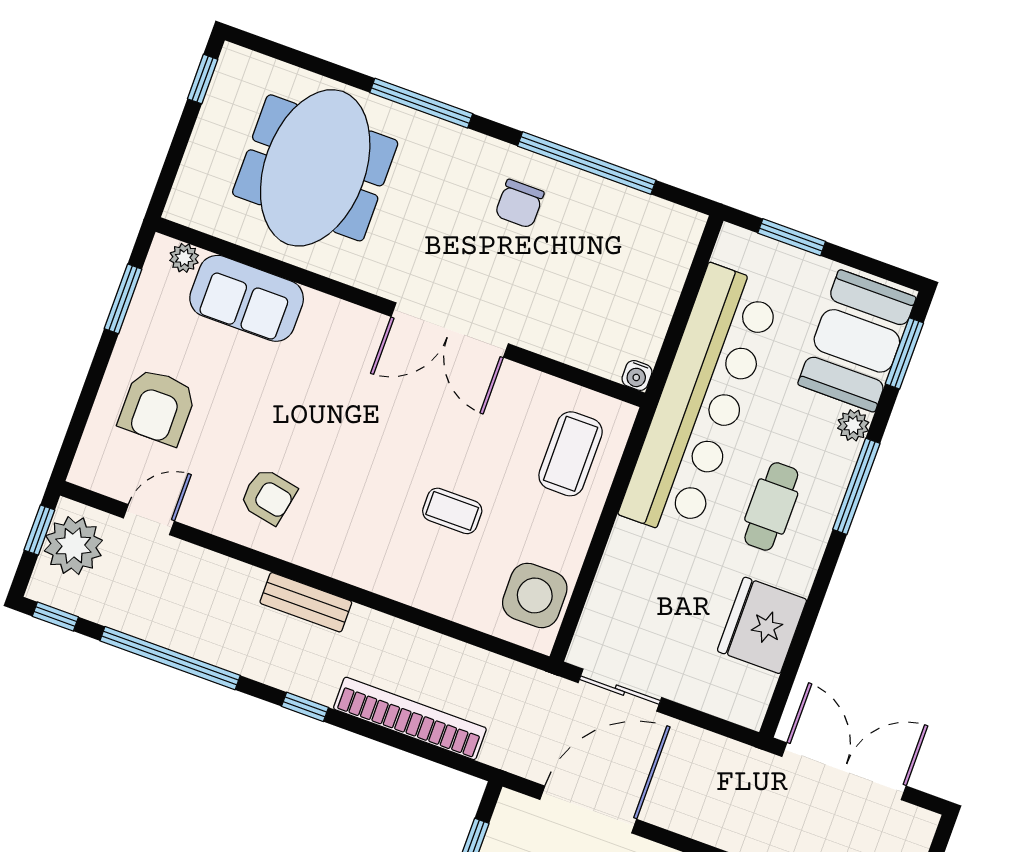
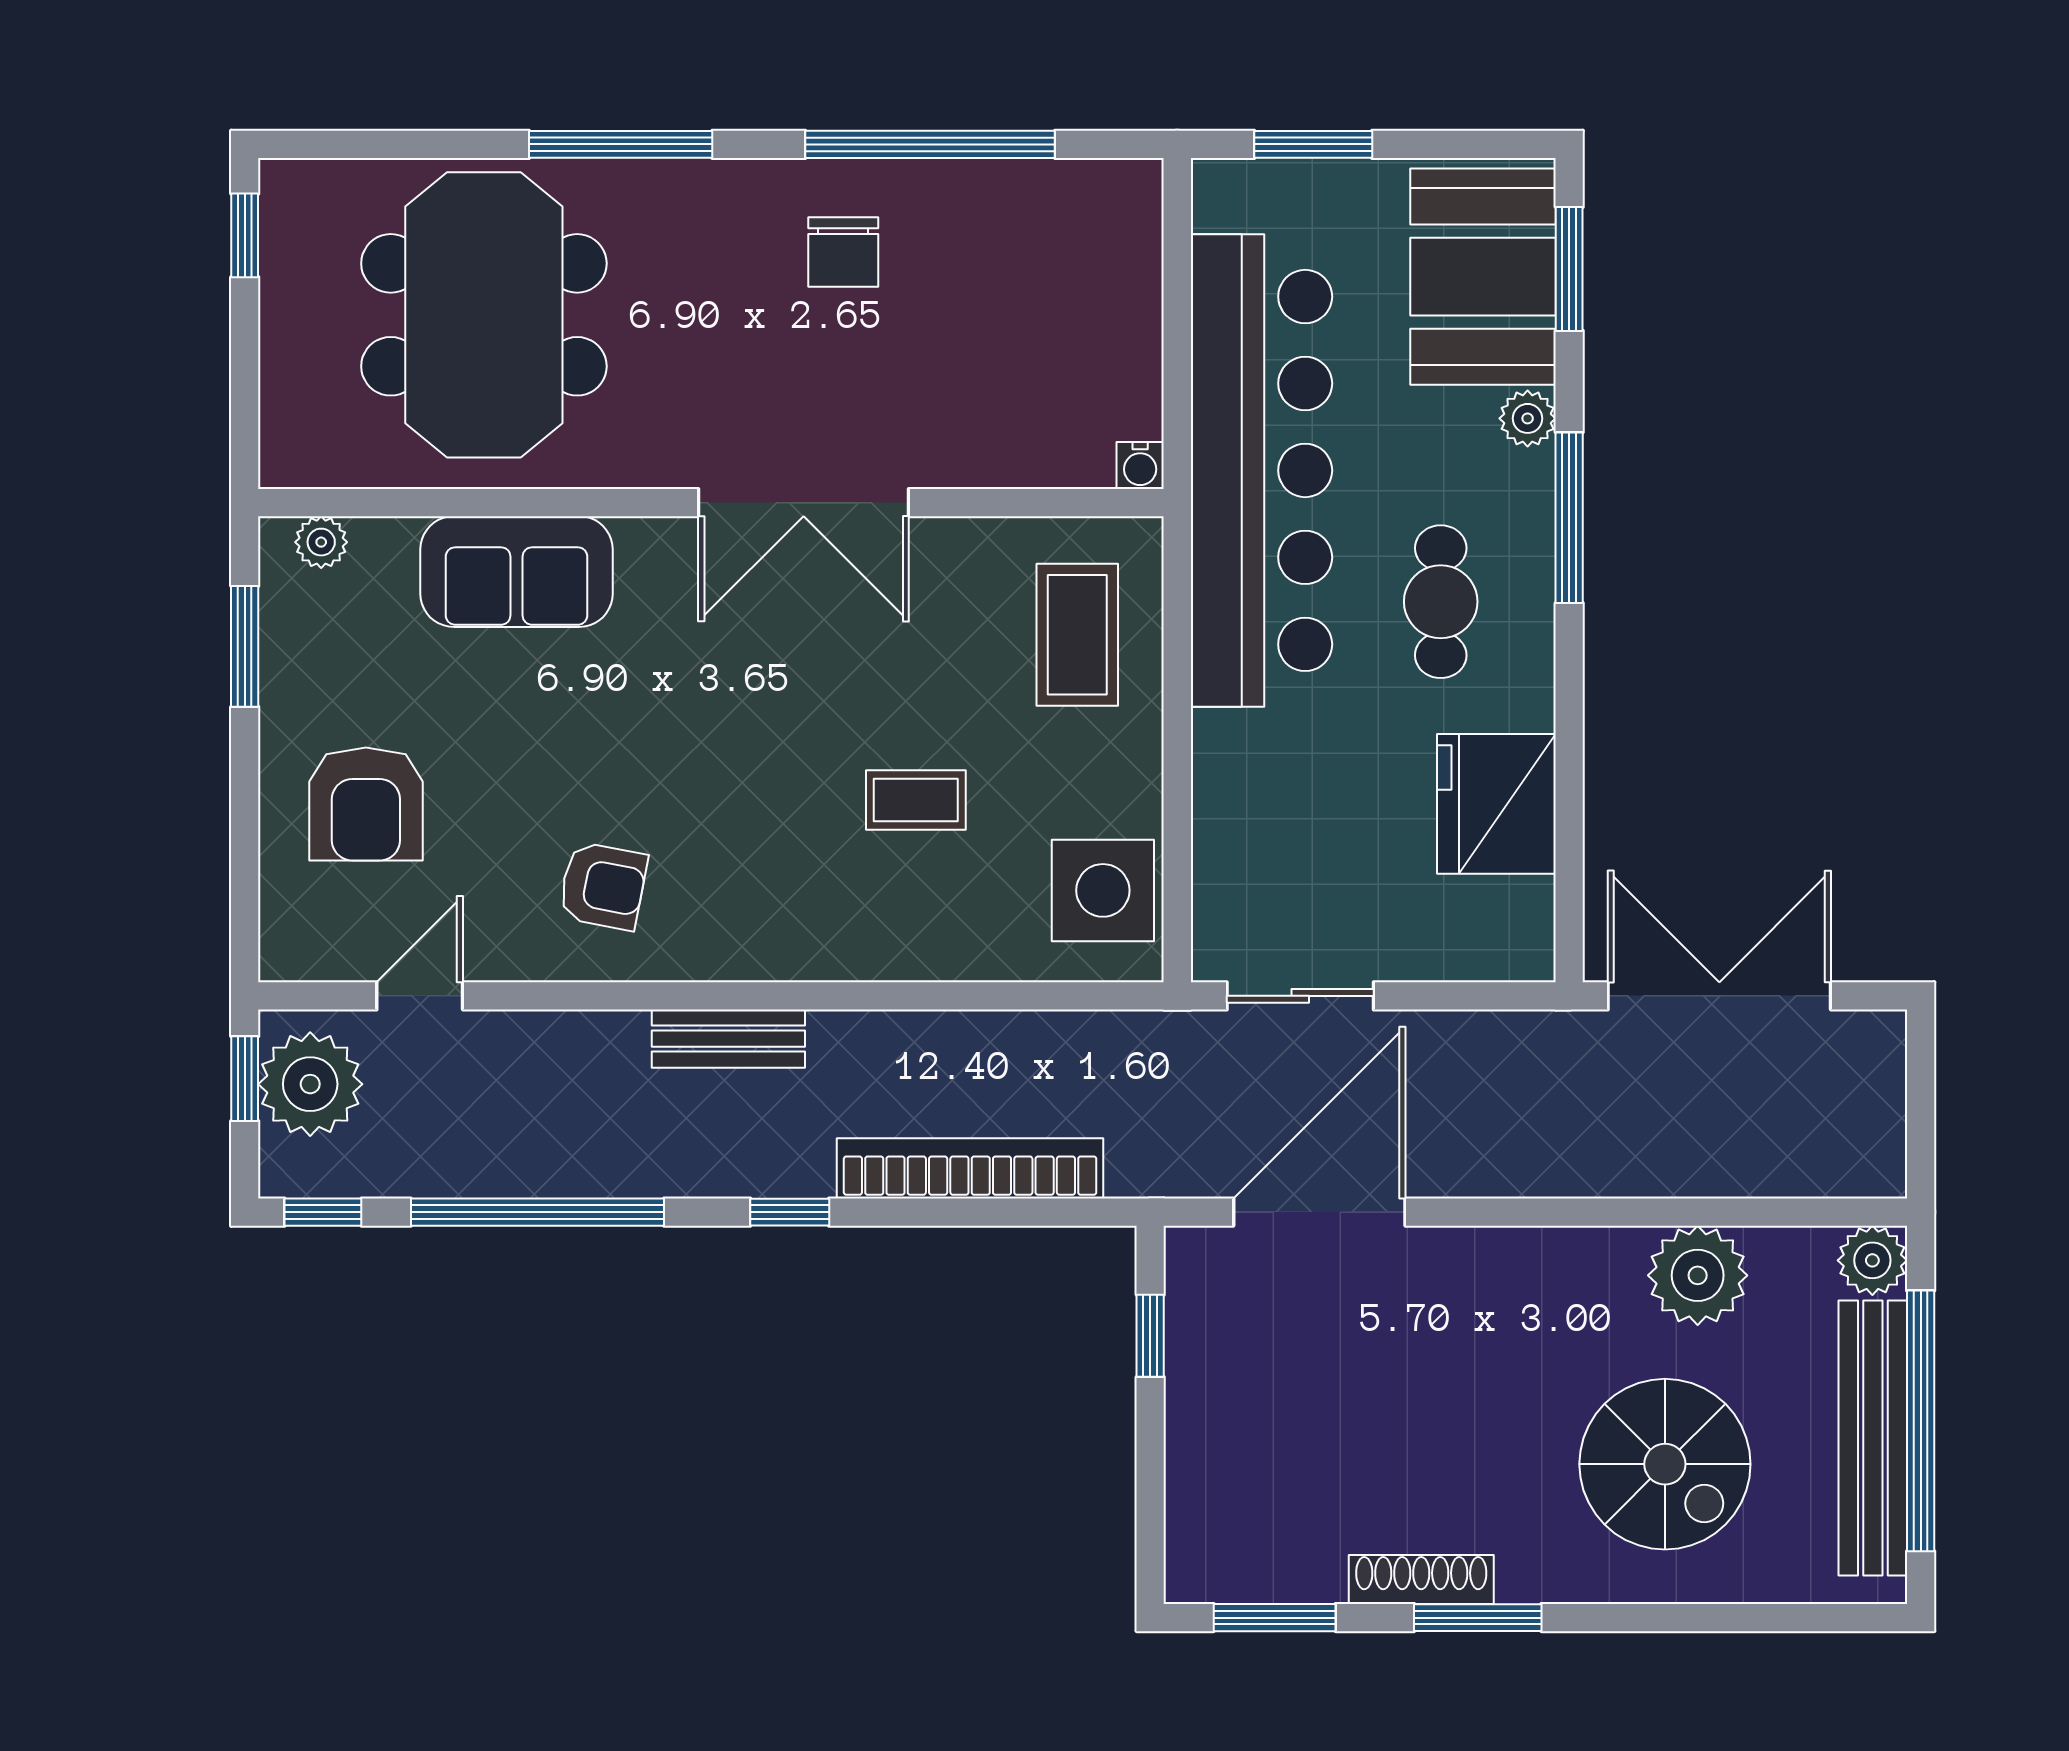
sofa: (247, 298) -> (517, 572), moved

